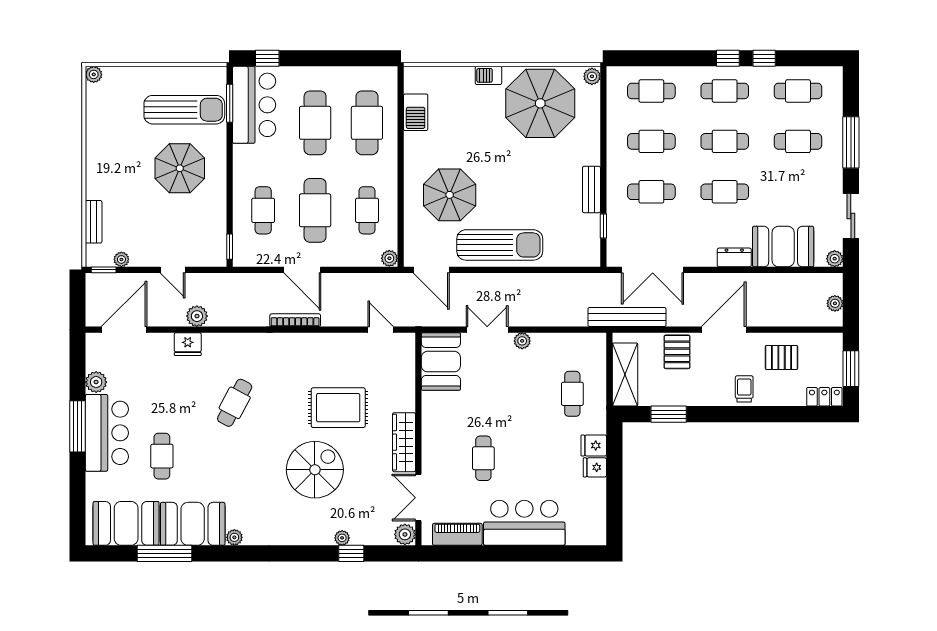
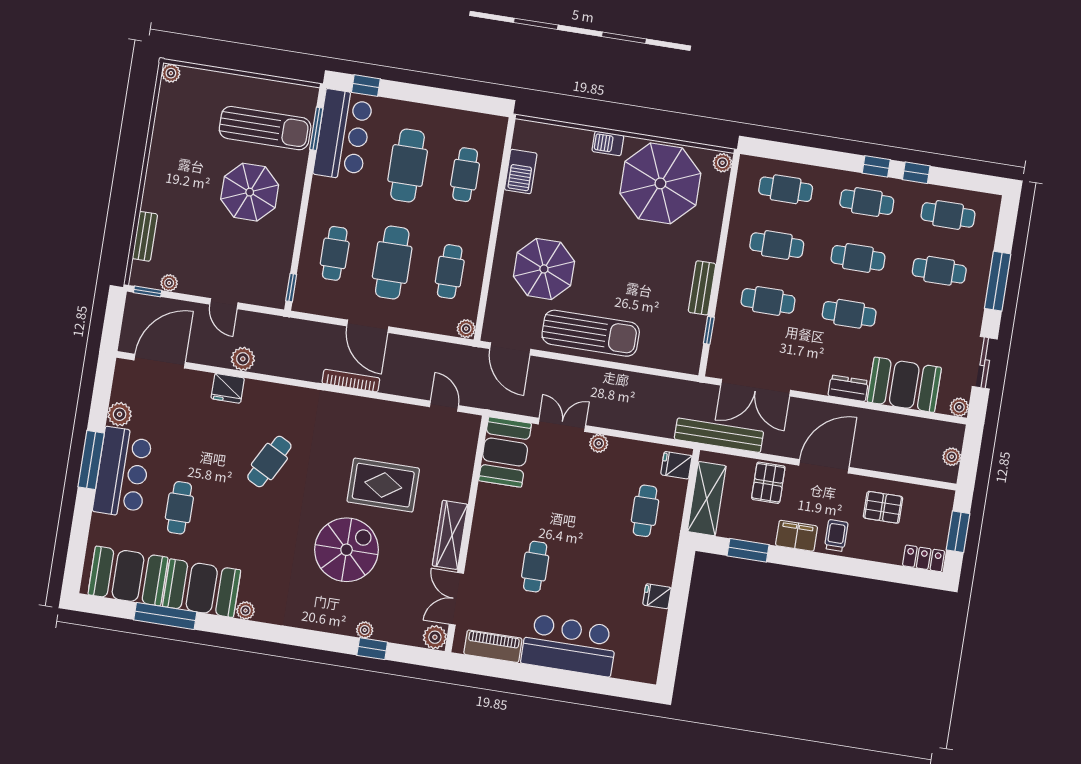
cafe table: (367, 123) -> (465, 175), width x0.73, depth x0.74
filing cabinet: (709, 395) -> (797, 536), added
fridge: (594, 445) -> (676, 465), moved

